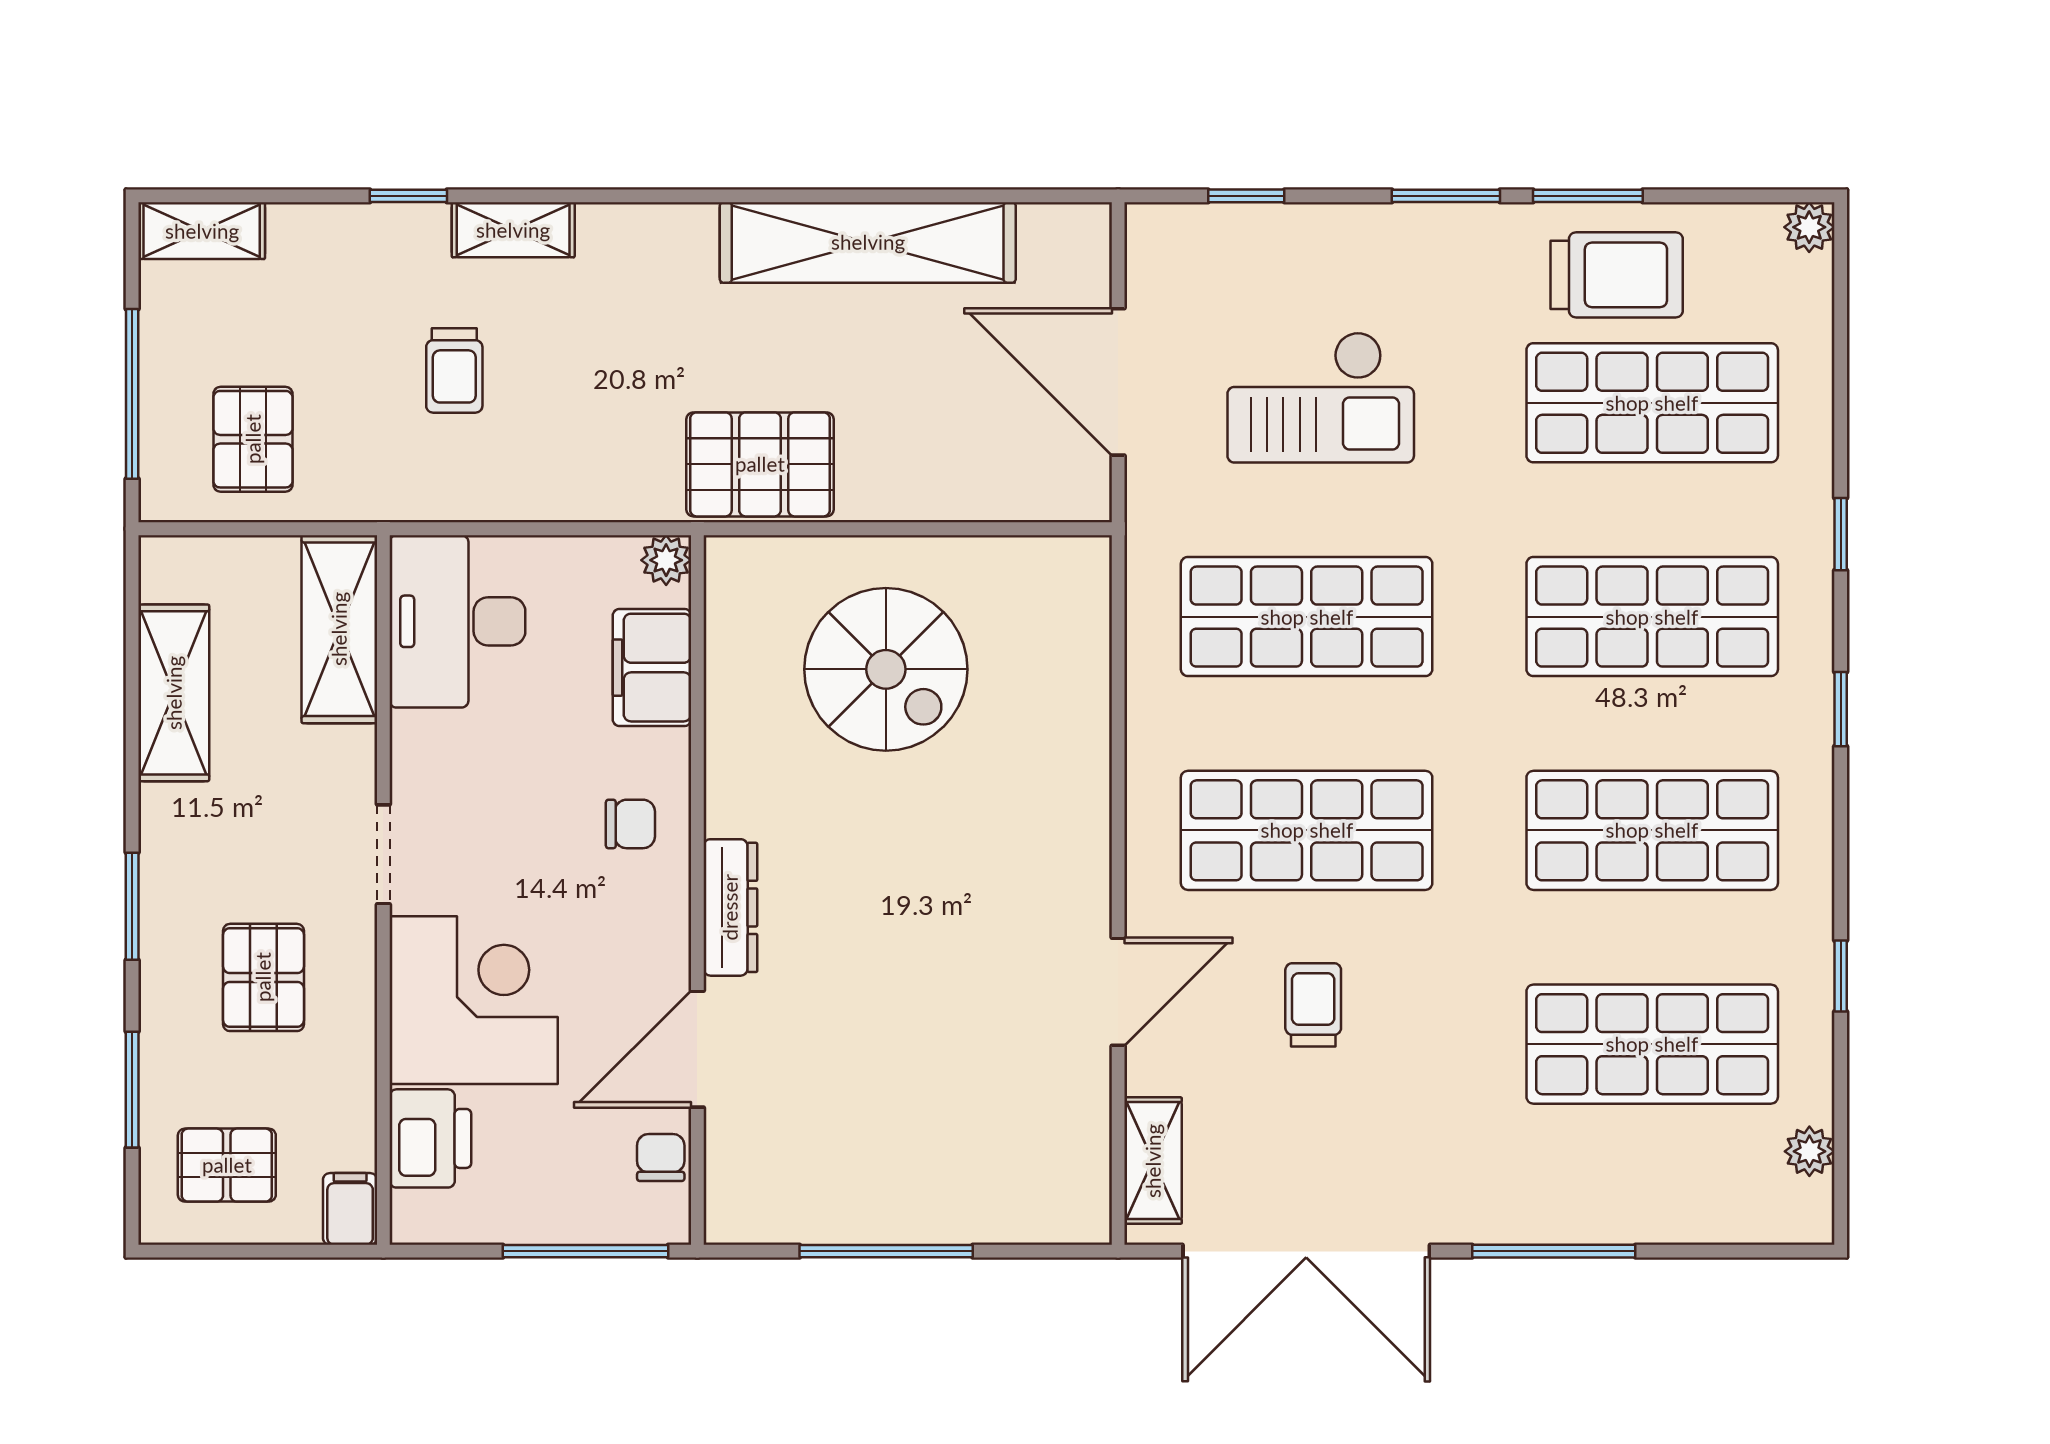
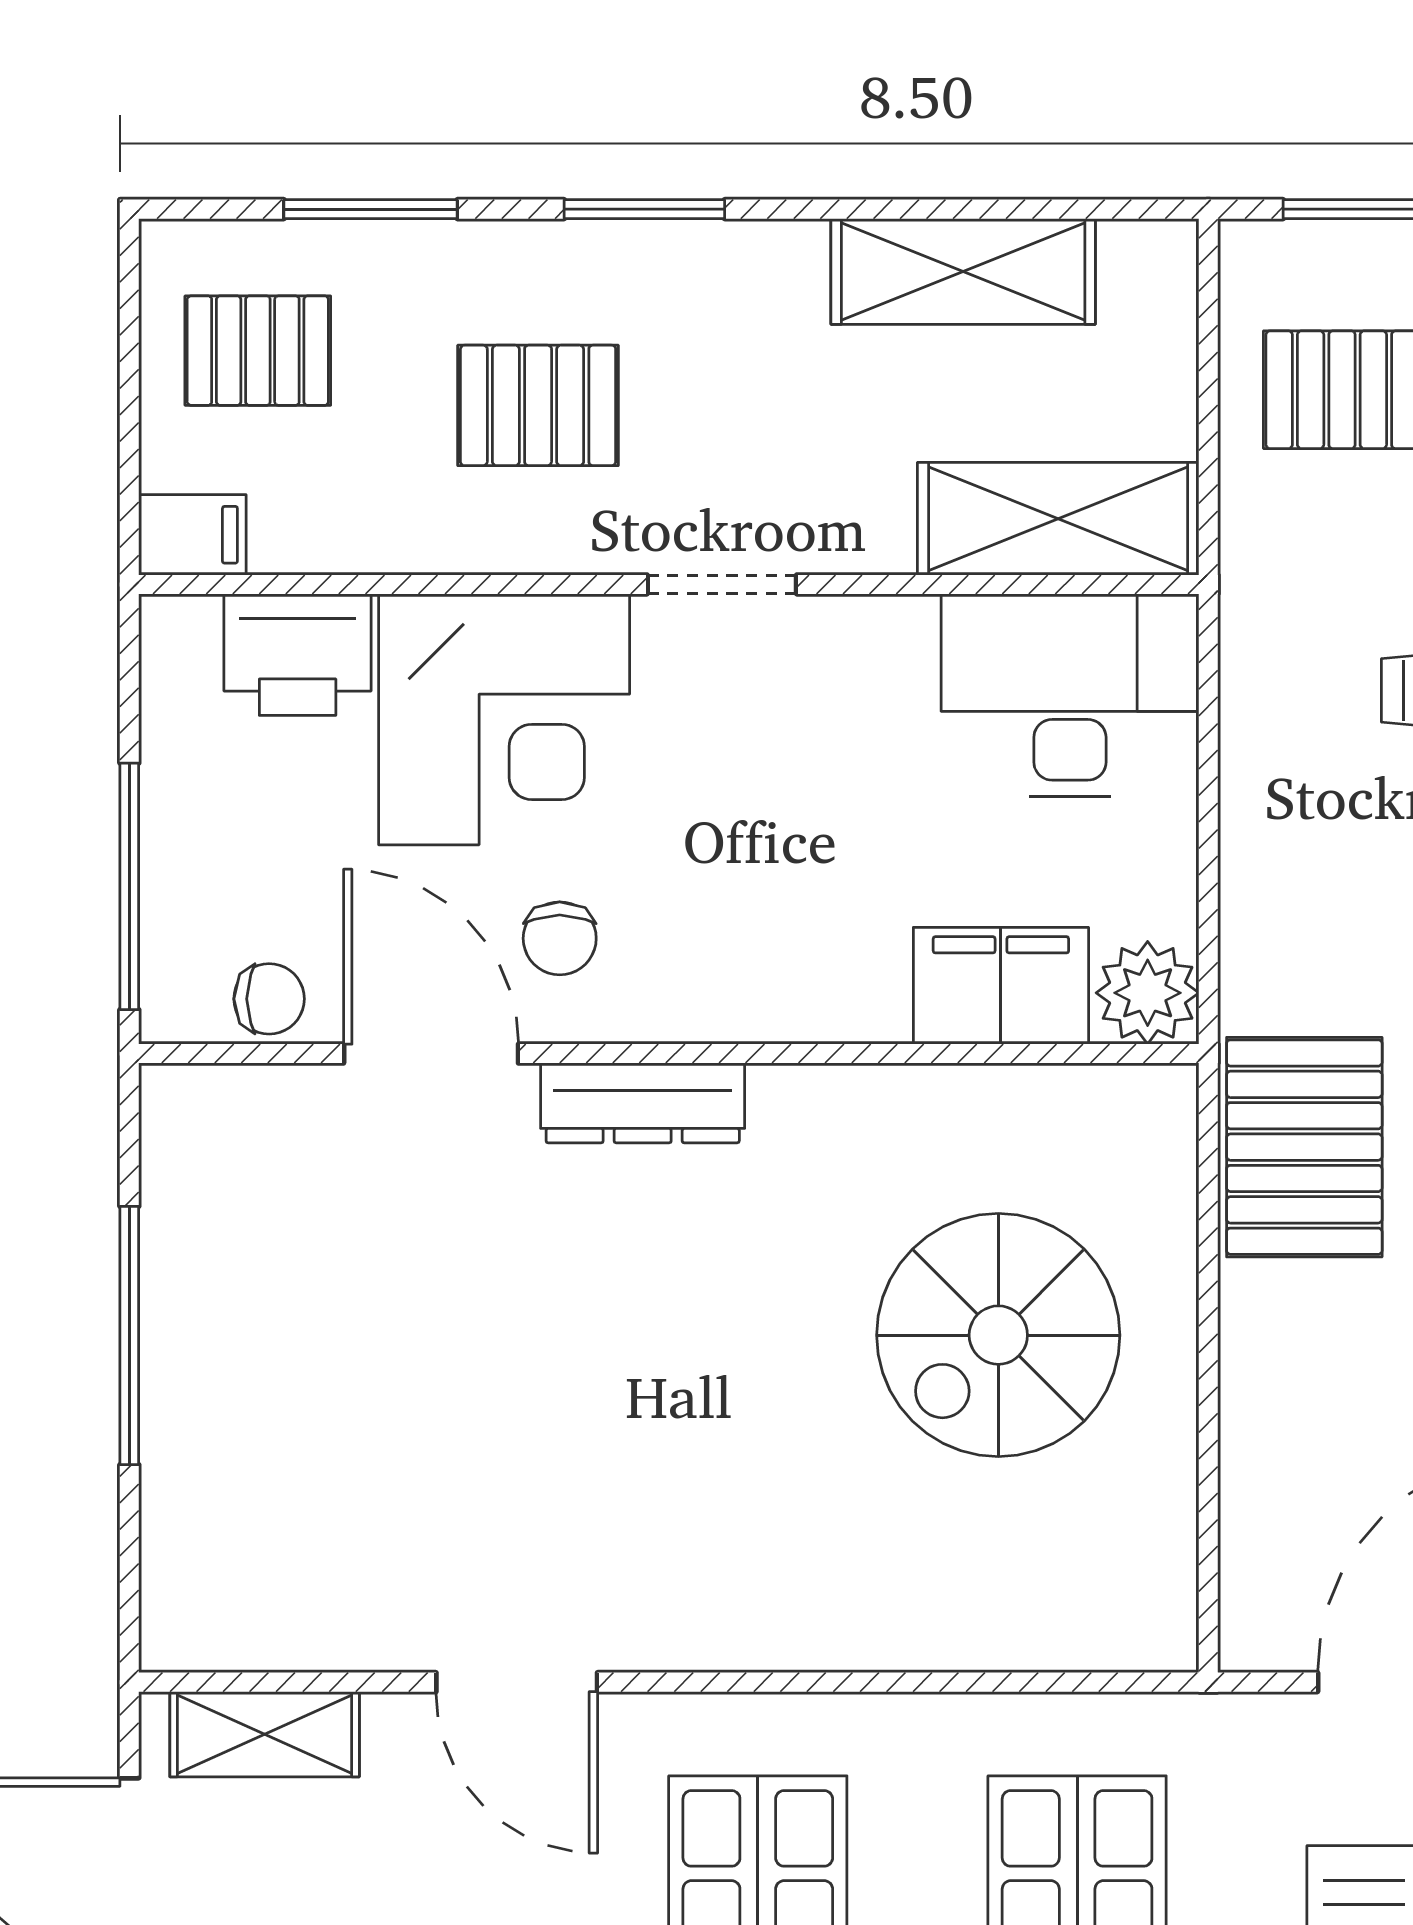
plant: (666, 560) -> (1148, 993), width x1.38, depth x1.38
chair: (630, 824) -> (560, 938), moved
pallet: (227, 1165) -> (258, 351), turned 90

